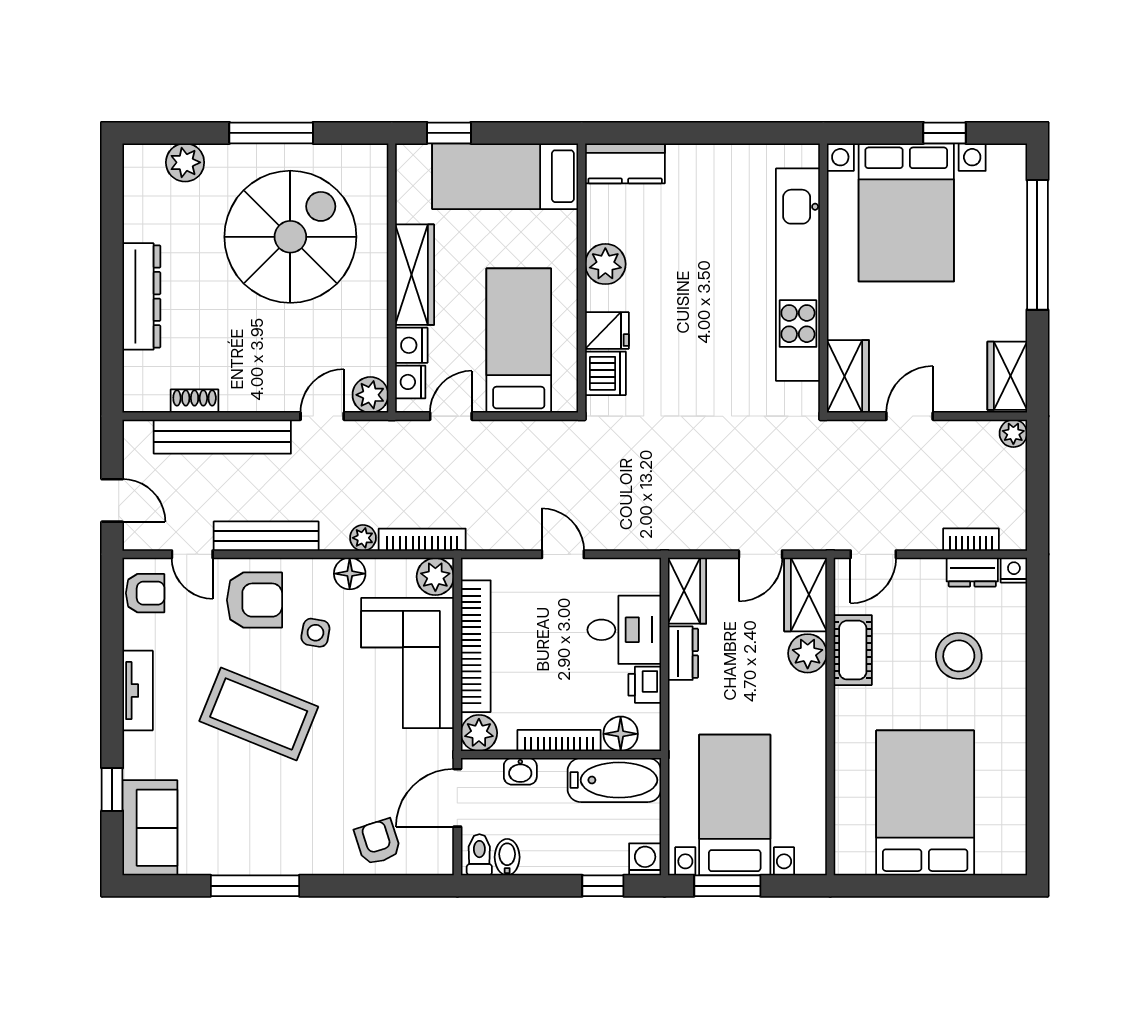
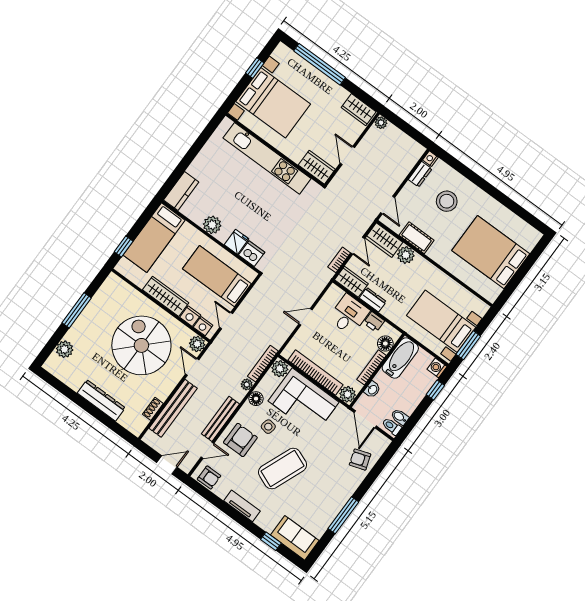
spiral stairs: (290, 237) -> (141, 345), moved
bookcase: (971, 540) -> (339, 260), moved
armchair: (145, 593) -> (209, 477), turned 90

